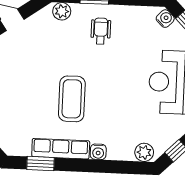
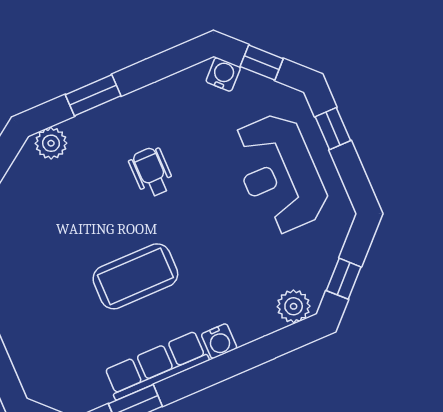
wheelchair: (101, 31) -> (151, 172), moved
coffee table: (72, 99) -> (135, 276), turned 90

